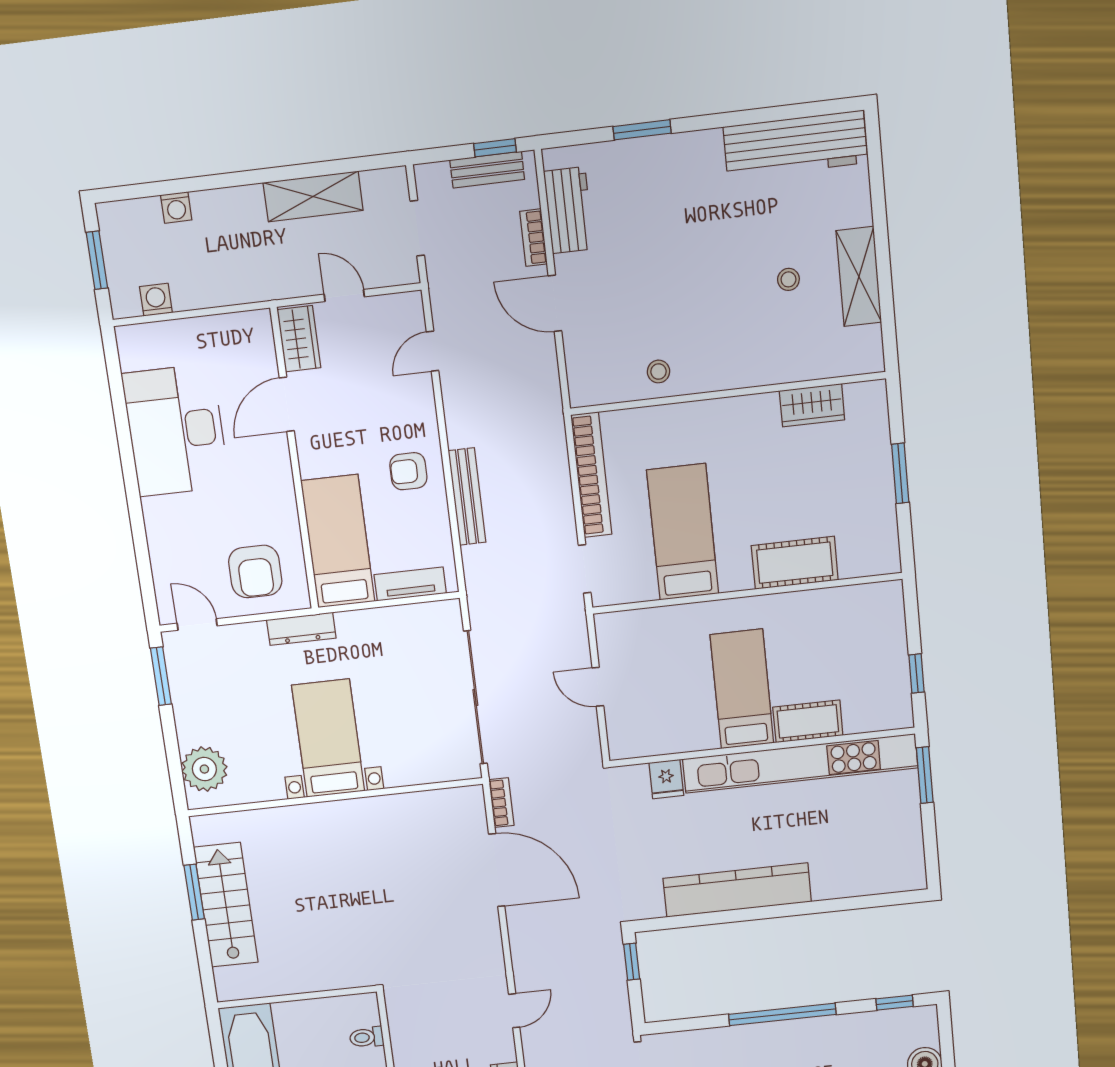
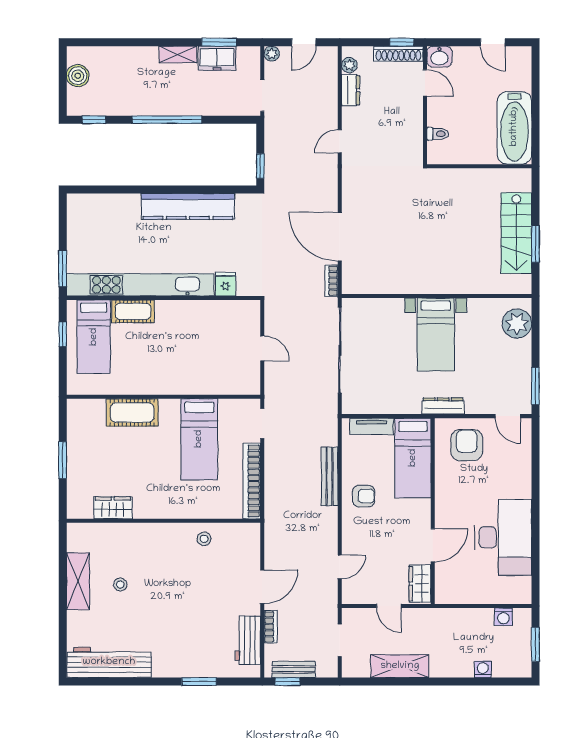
door: (555, 303) -> (262, 587), hinge flipped
bed: (742, 689) -> (94, 337), moved

